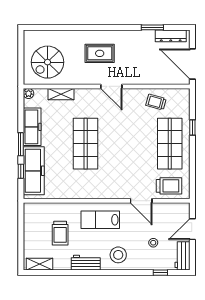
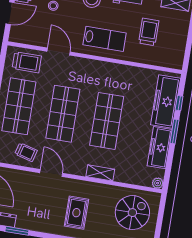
rug: (100, 53) -> (76, 213), turned 90
door: (111, 86) -> (51, 173), moved
shelving: (61, 94) -> (100, 173), moved
shop shelf: (128, 144) -> (63, 114), added
trolley: (169, 186) -> (27, 62), turned 180

